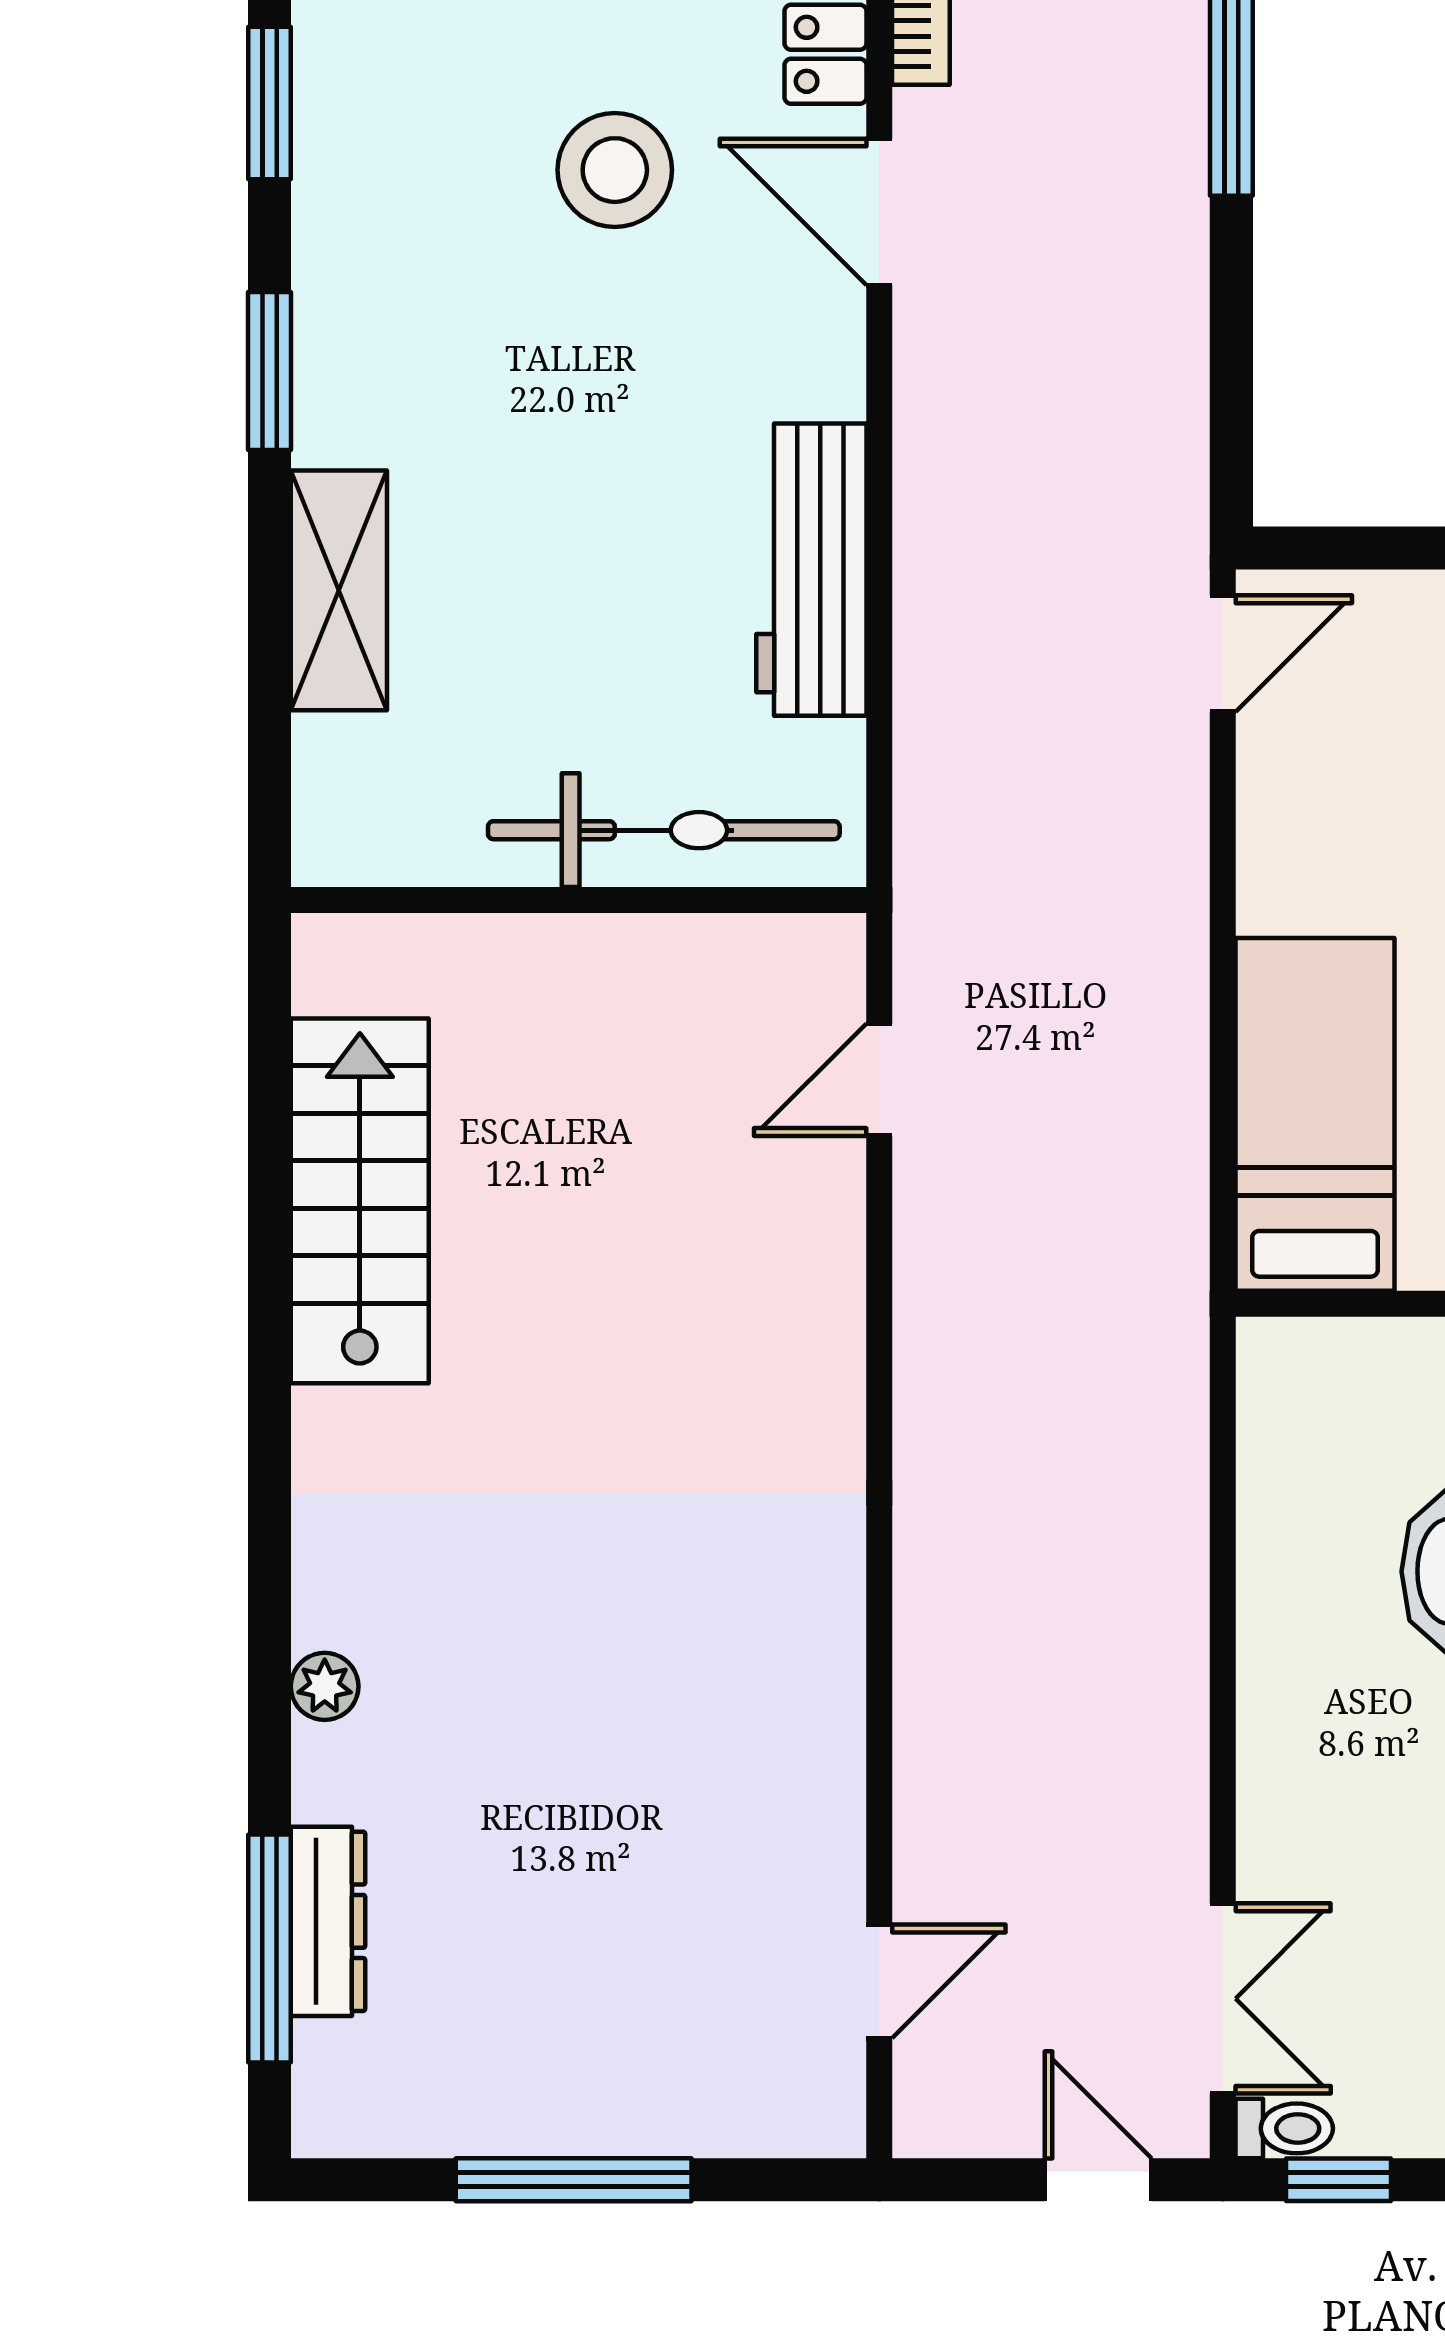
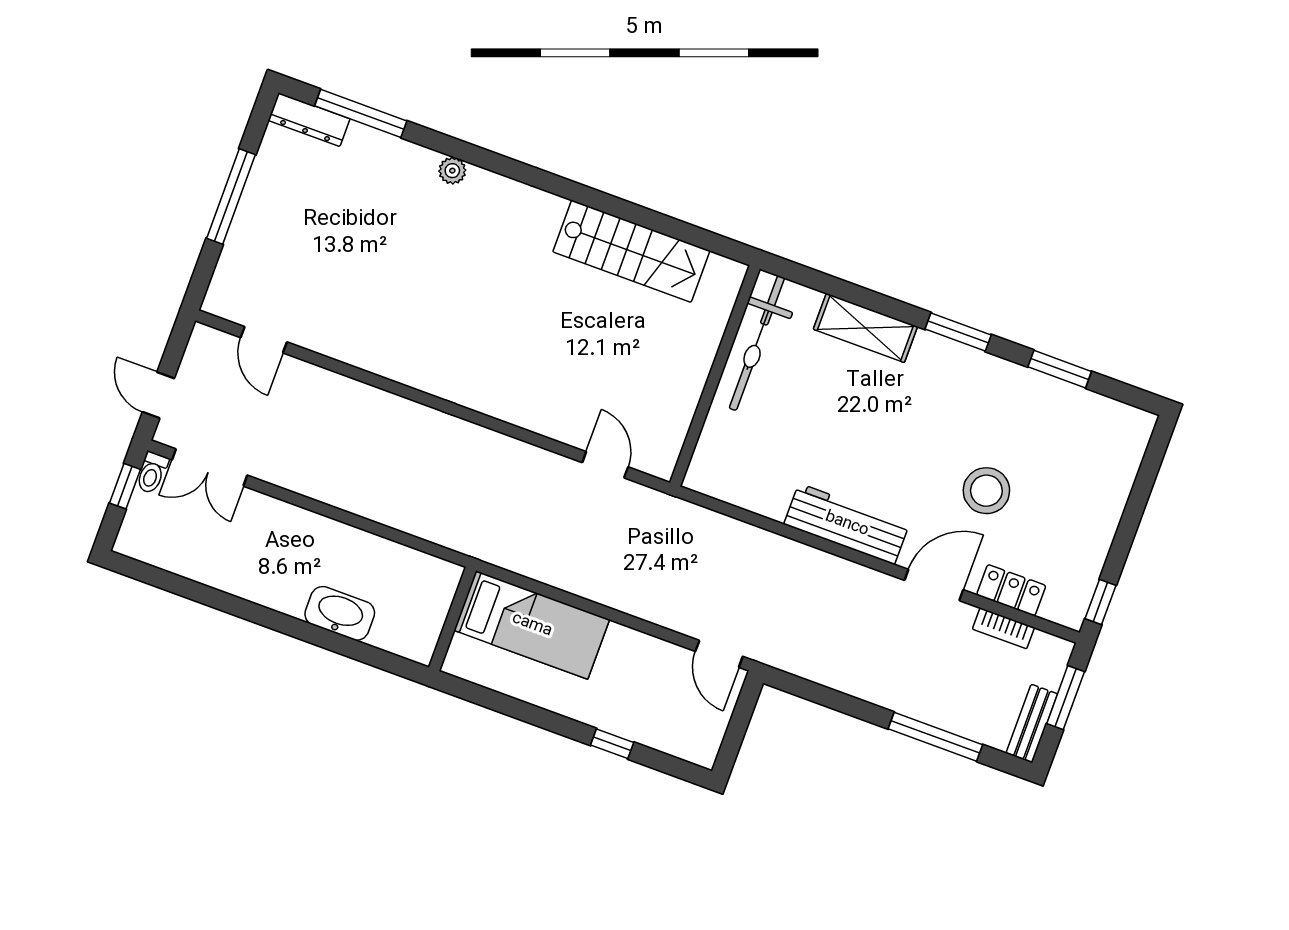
workbench: (811, 570) -> (847, 524), moved
bicycle: (664, 830) -> (757, 343), moved
dresser: (328, 1921) -> (309, 120), moved
door: (1098, 2180) -> (158, 395), swing flipped

